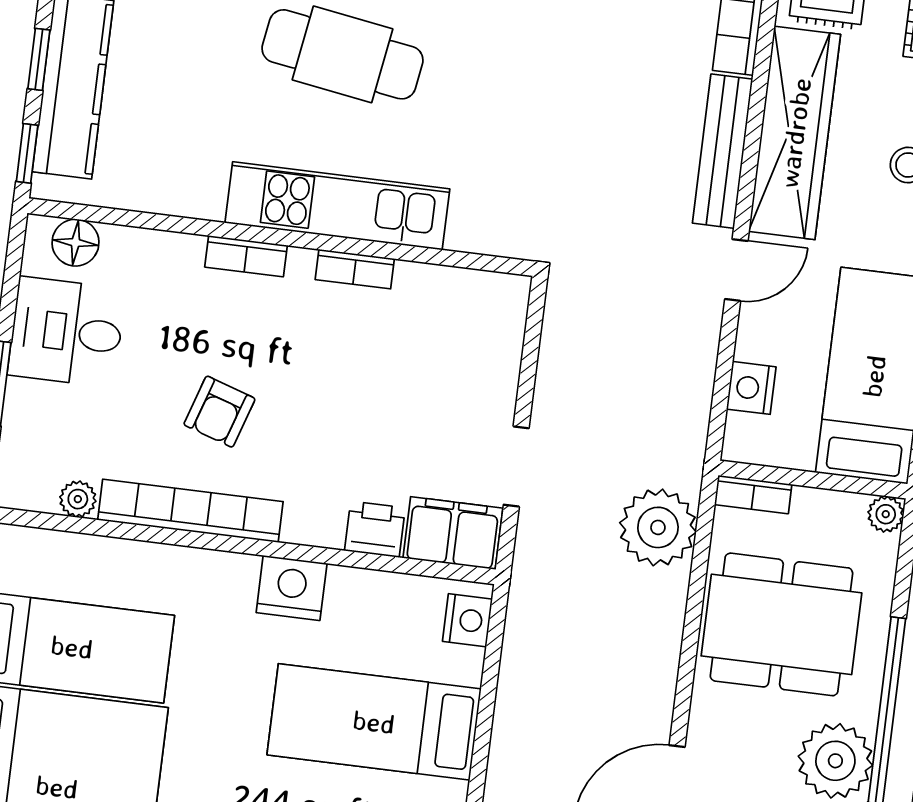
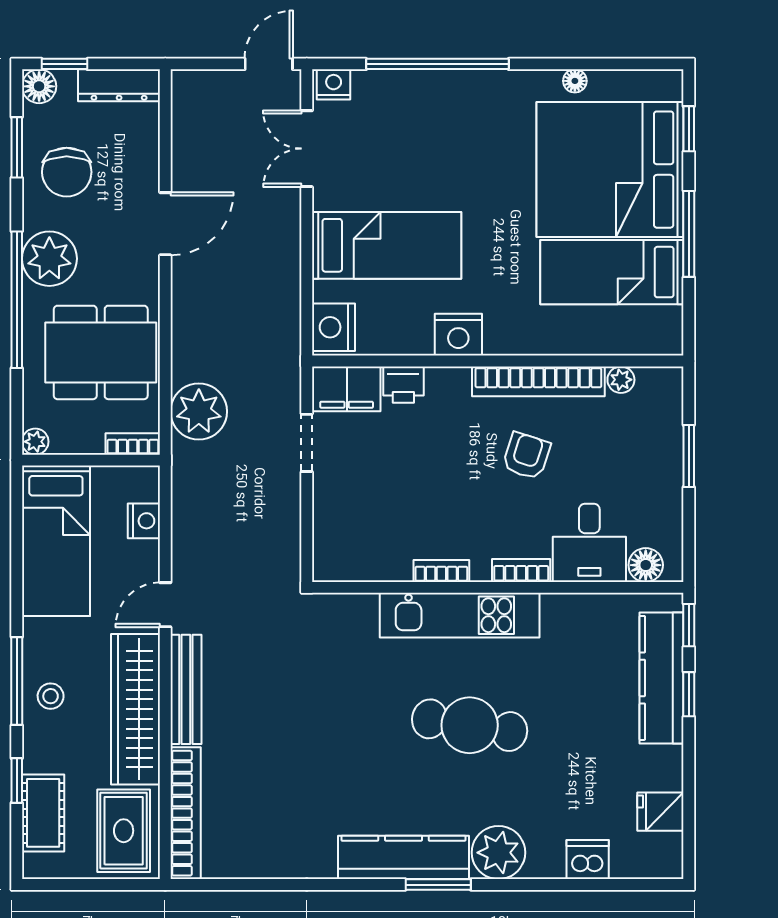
desk: (67, 332) -> (589, 543), moved, turned 90
nightstand: (467, 620) -> (334, 327), width x1.36, depth x1.33

